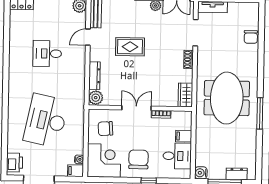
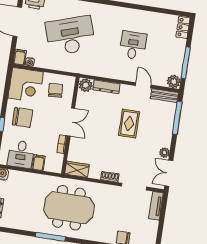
desk: (46, 121) -> (70, 36), turned -30

